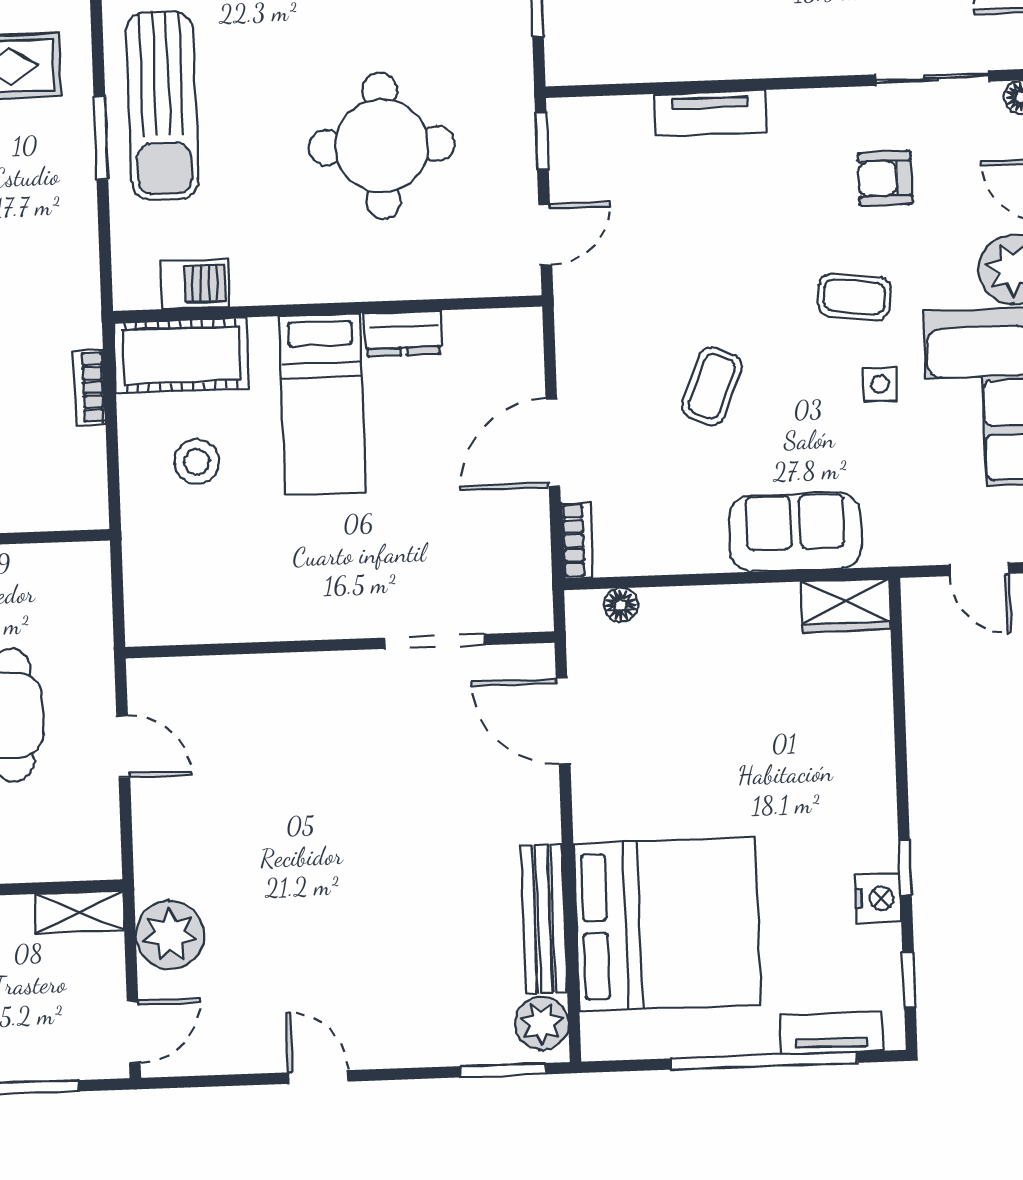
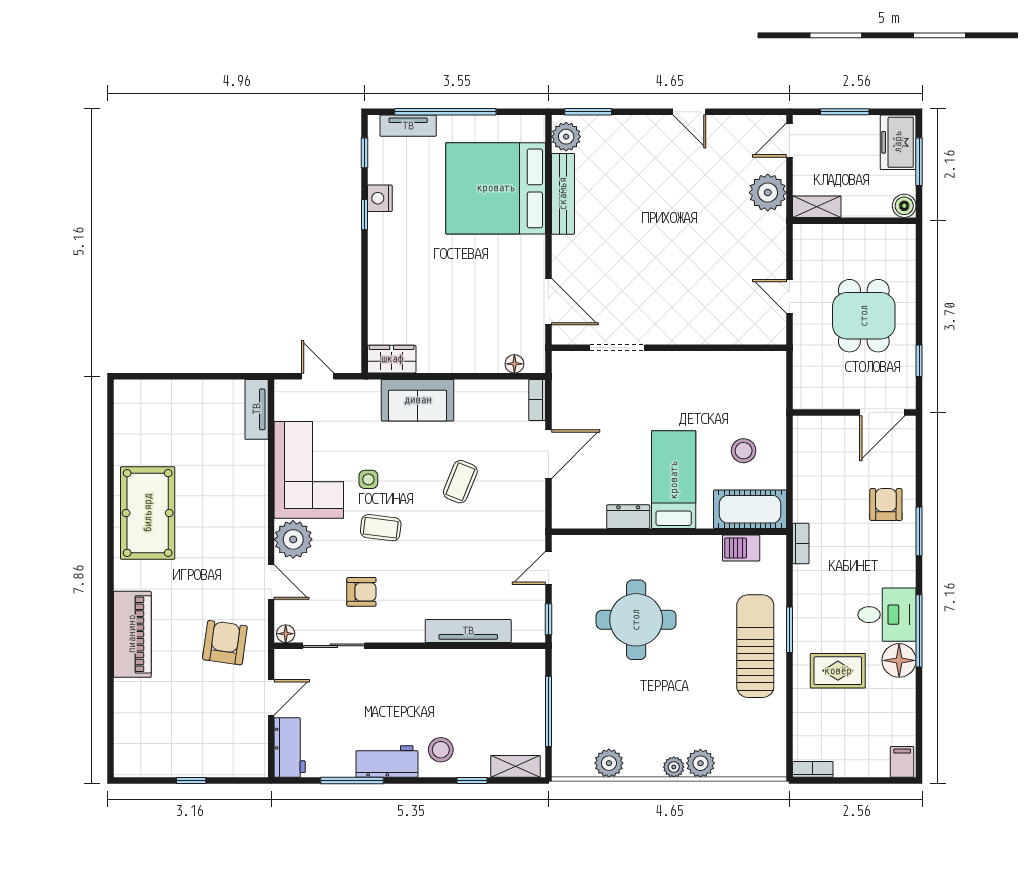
tv unit: (710, 113) -> (468, 631), width x1.41
bookcase: (89, 387) -> (801, 544), moved

